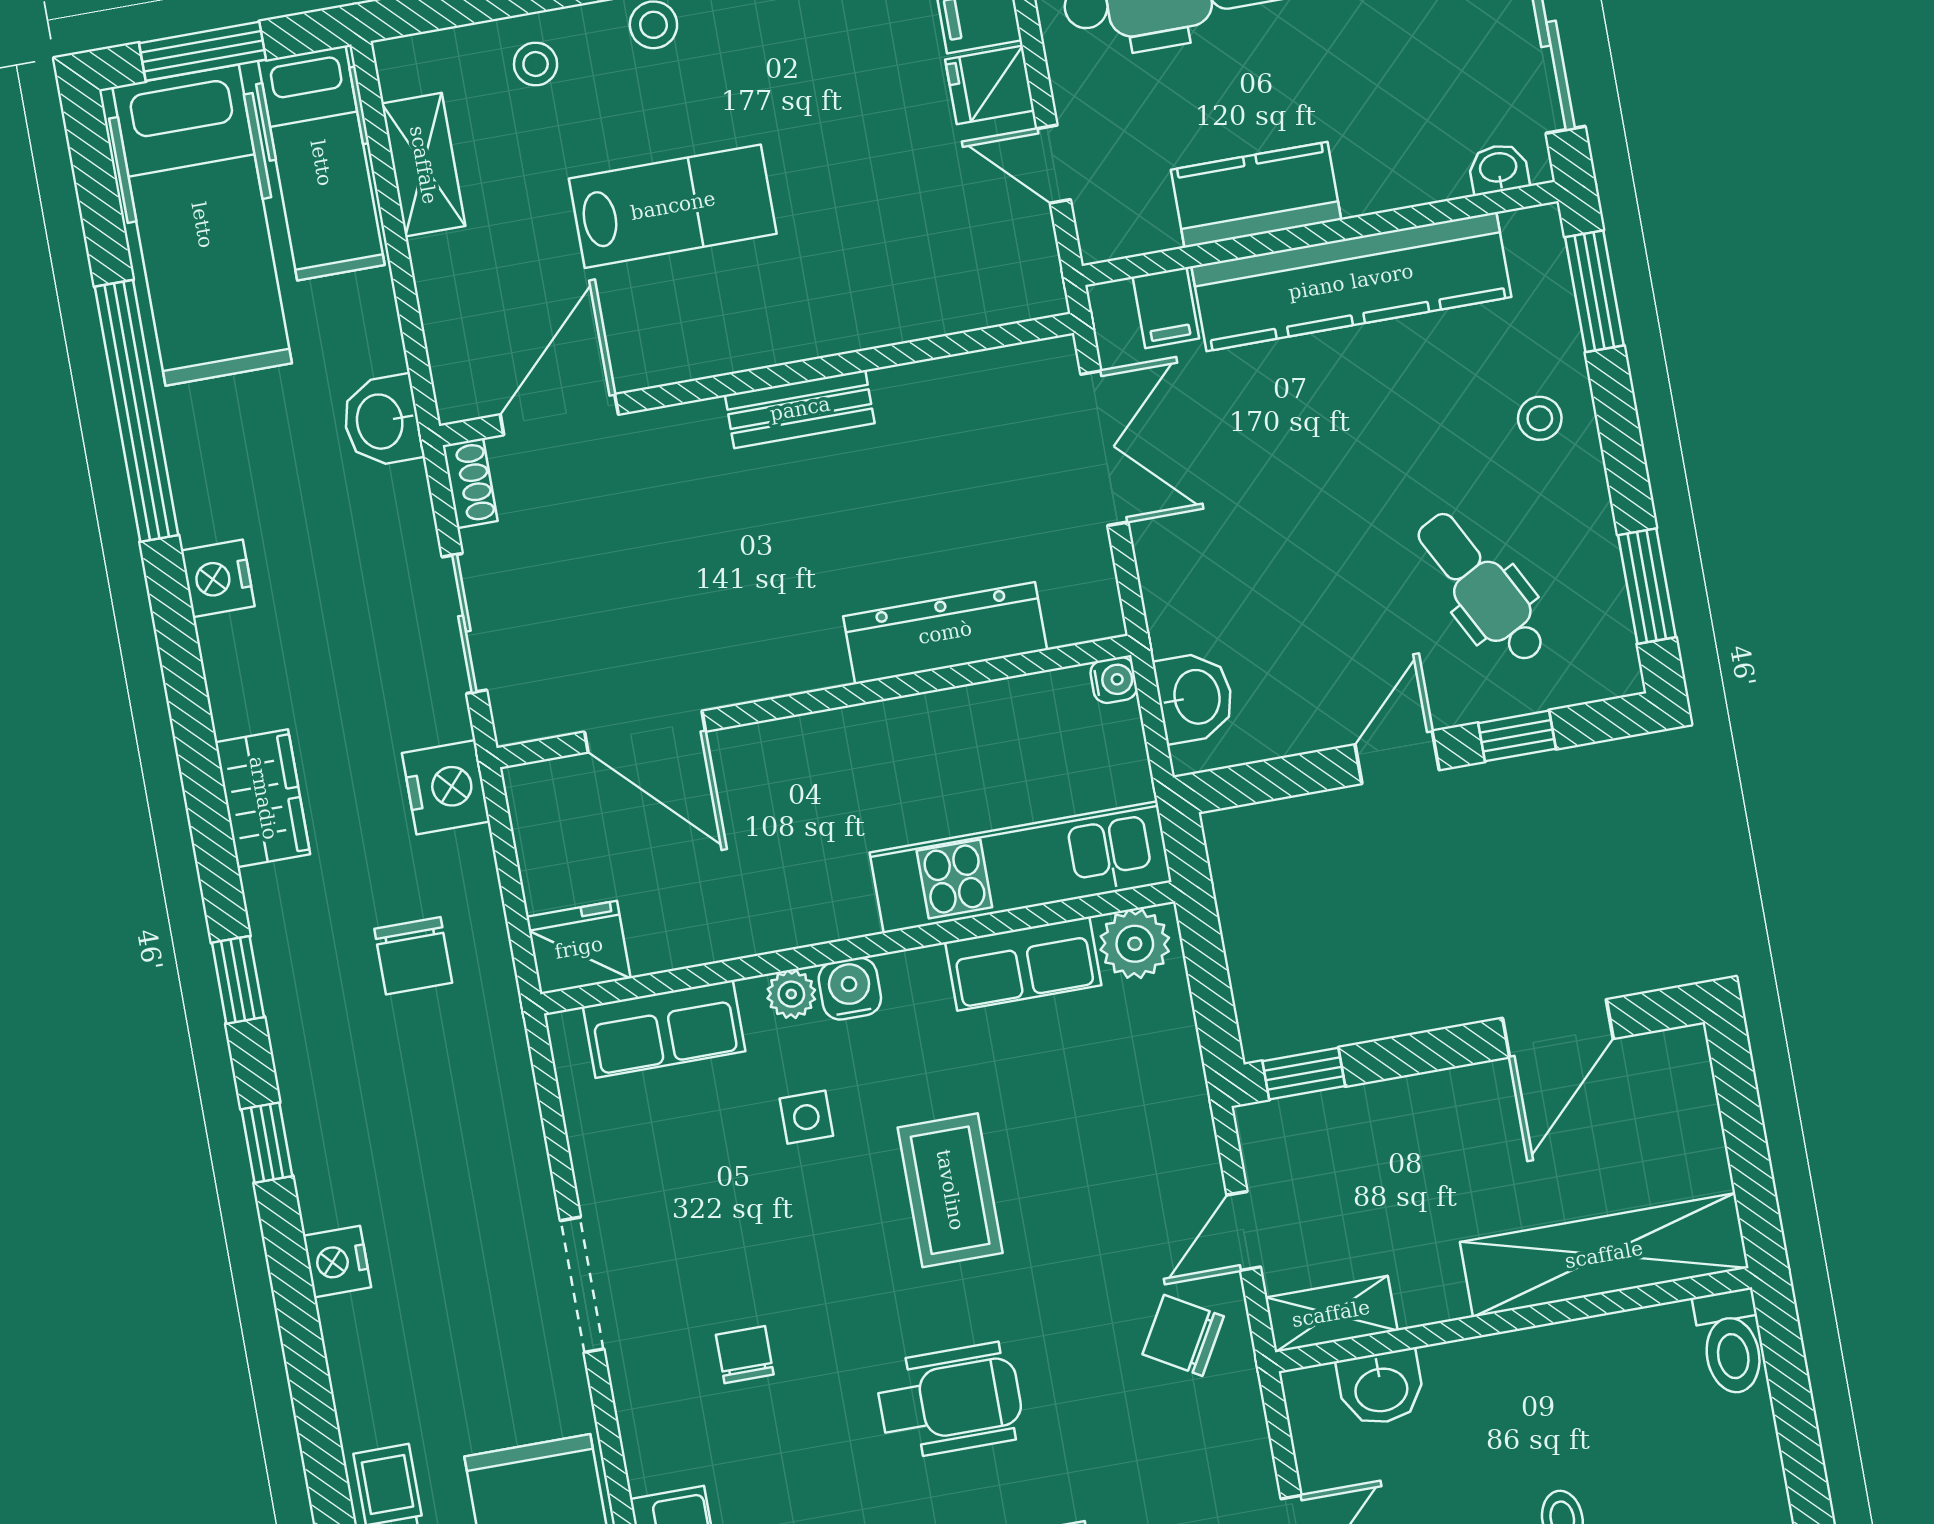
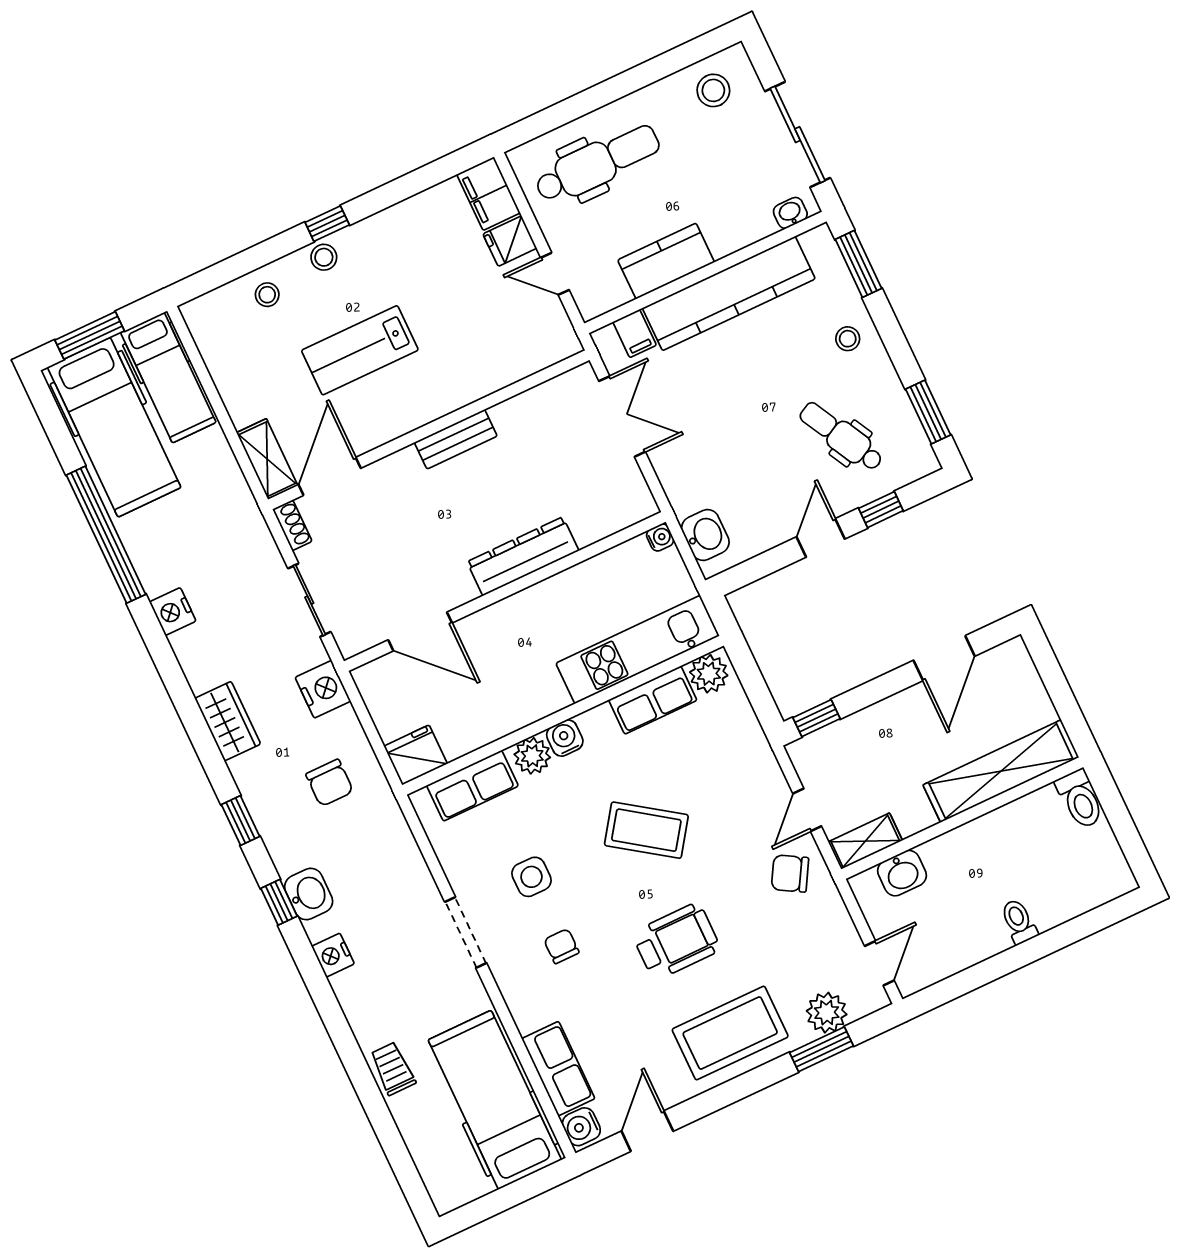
shelving: (423, 165) -> (267, 459), moved
lab bench: (673, 206) -> (360, 350), turned 180
washbasin: (382, 421) -> (309, 894), moved, turned 180
dresser: (945, 633) -> (523, 556), moved
plant: (791, 994) -> (532, 756), width x1.38, depth x1.38
side table: (806, 1117) -> (531, 877), moved, width x1.37, depth x1.37
coffee table: (950, 1190) -> (646, 830), turned -55

